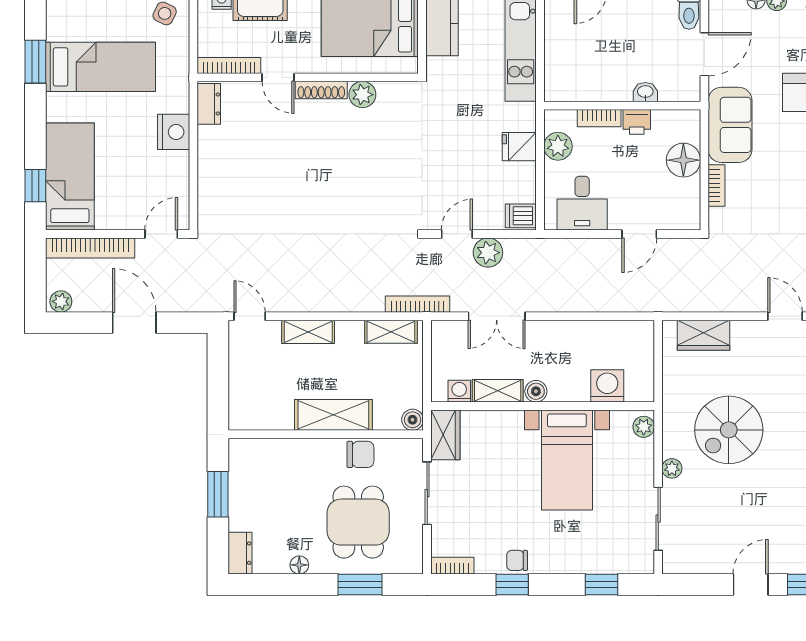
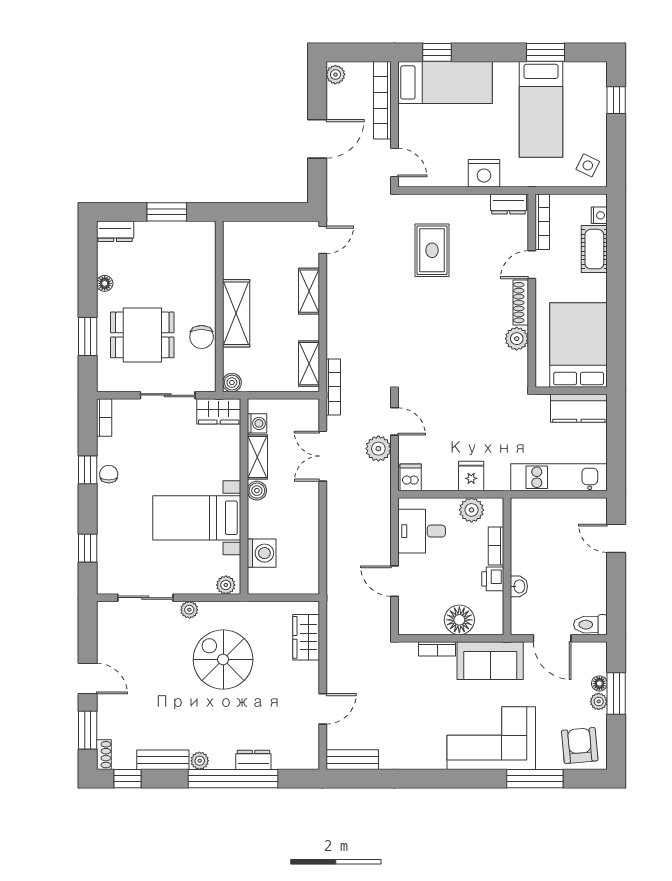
rug: (261, 191) -> (432, 250), added

